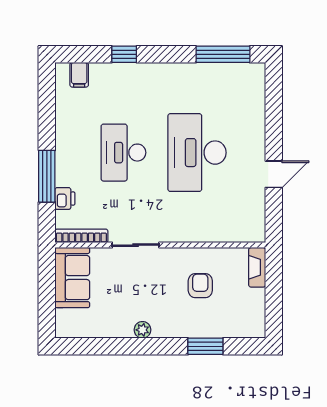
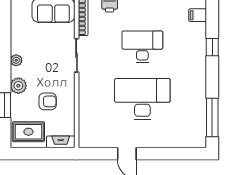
rug: (243, 313) -> (28, 132), added
plant: (178, 327) -> (18, 86), added

